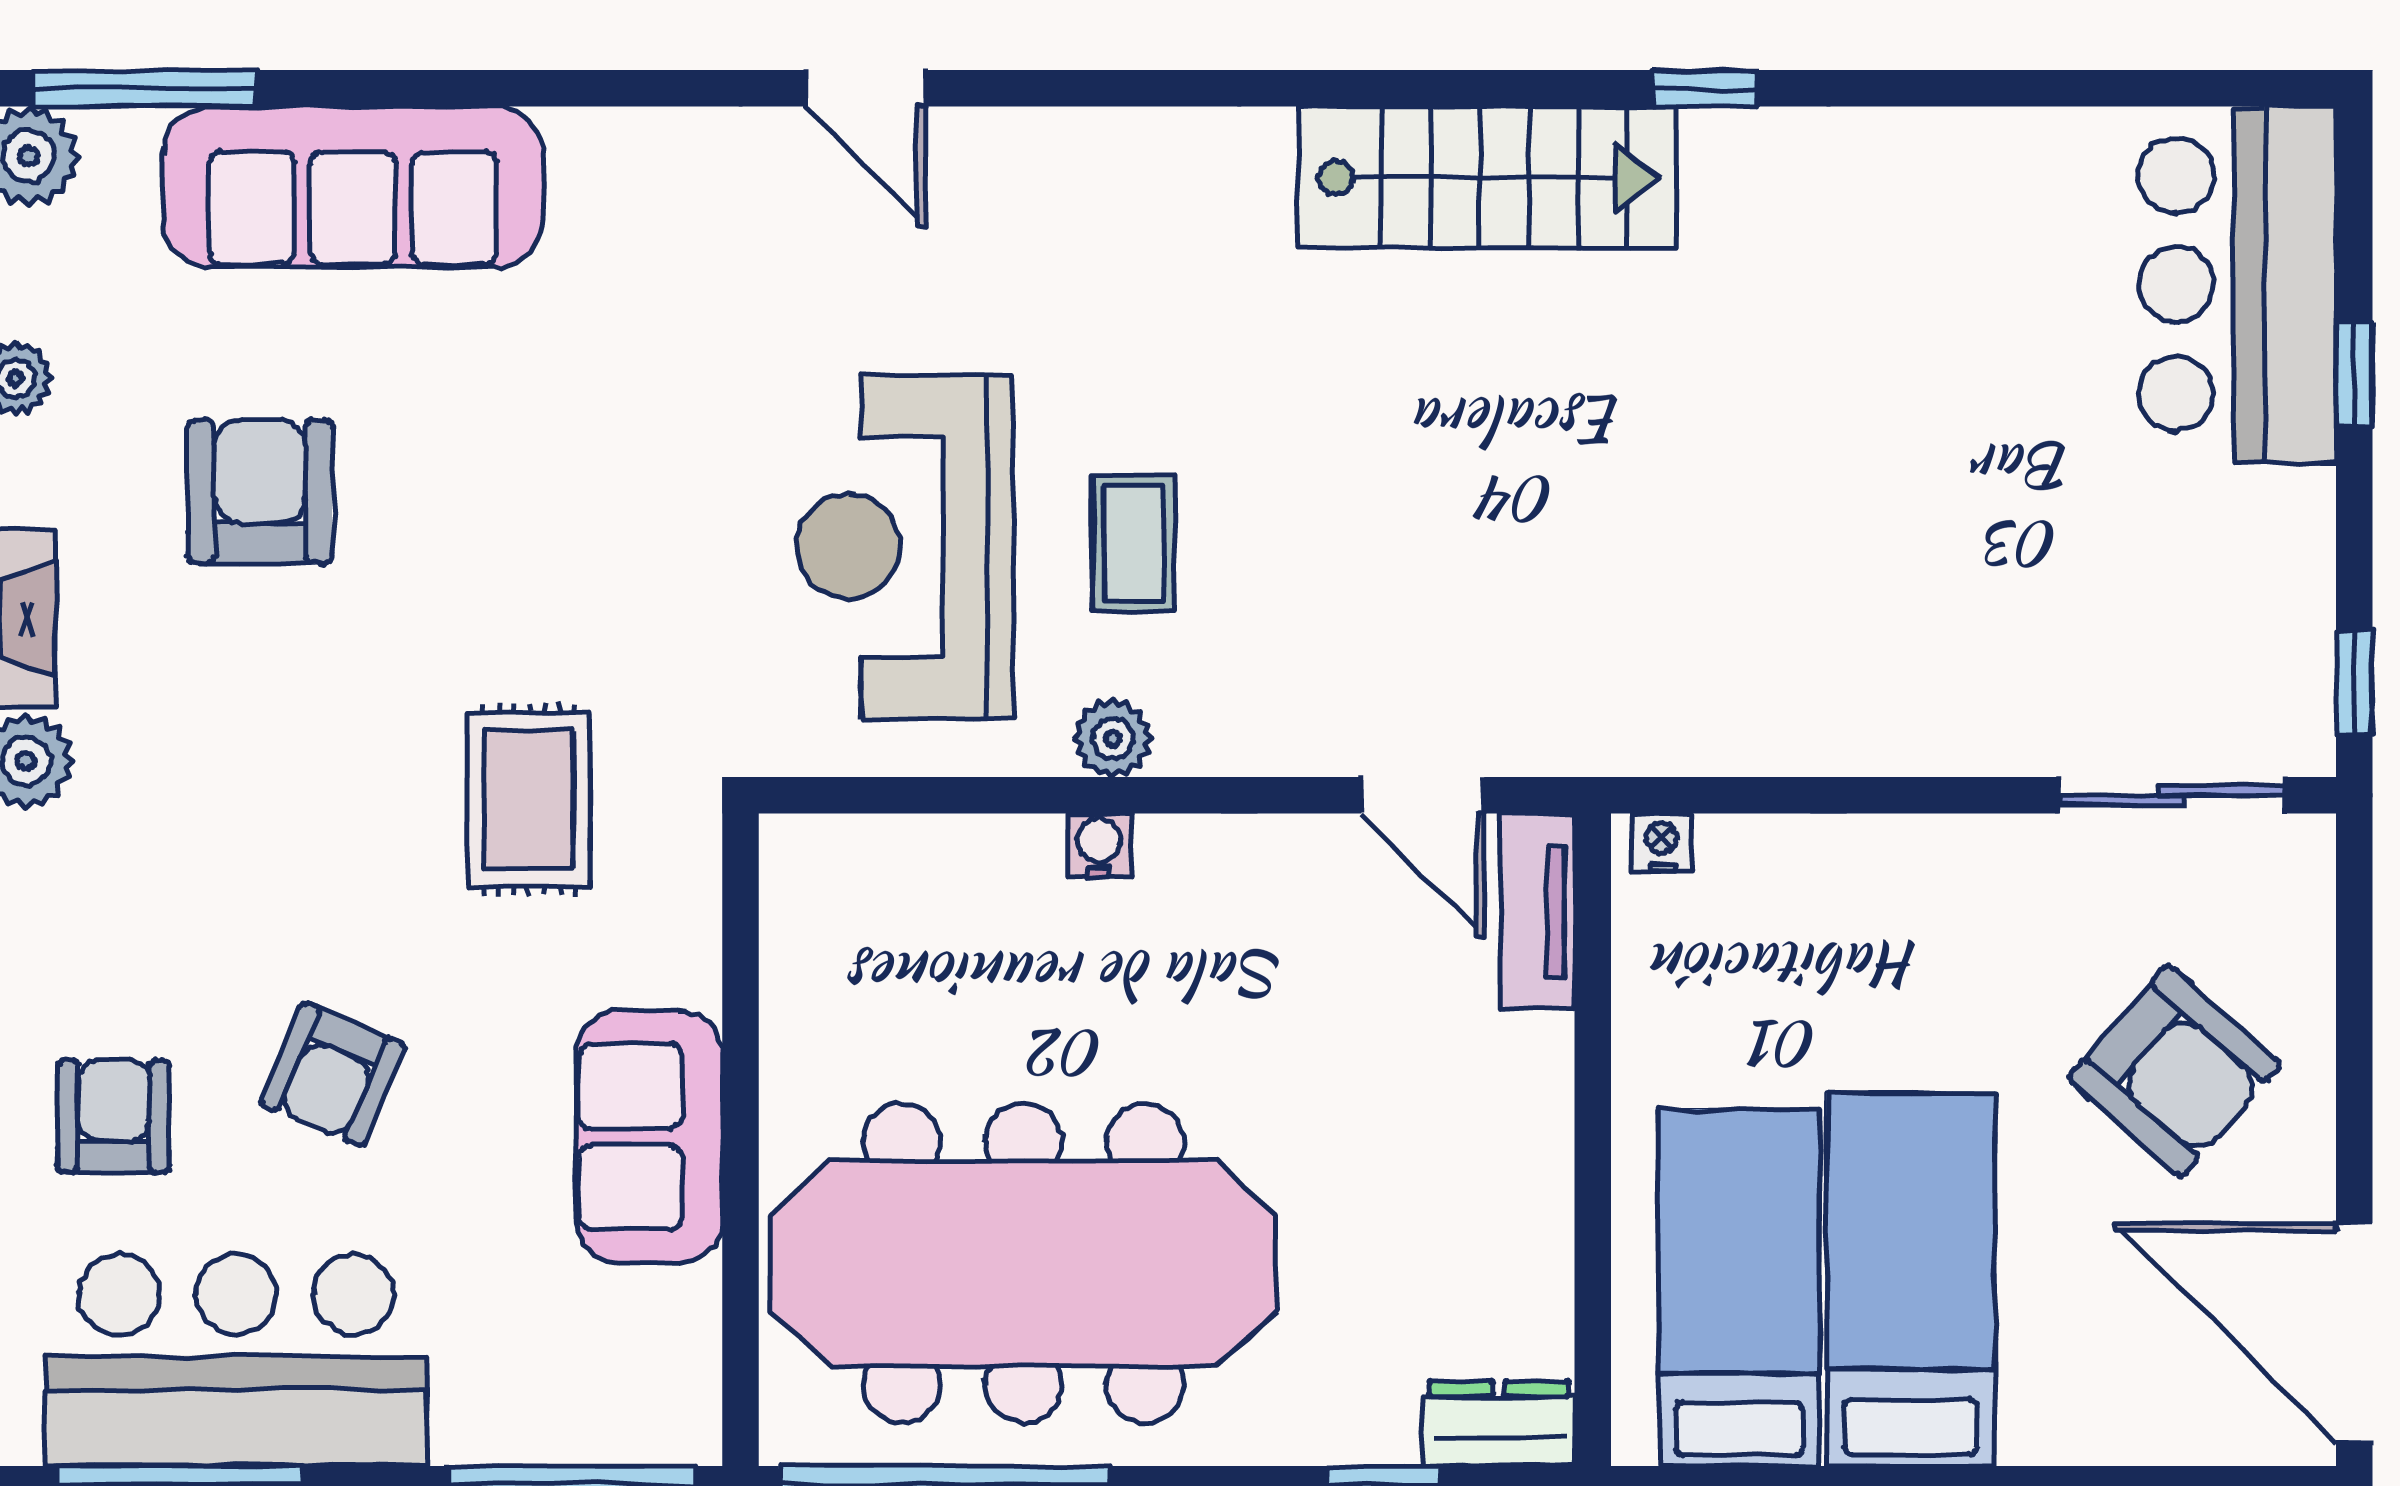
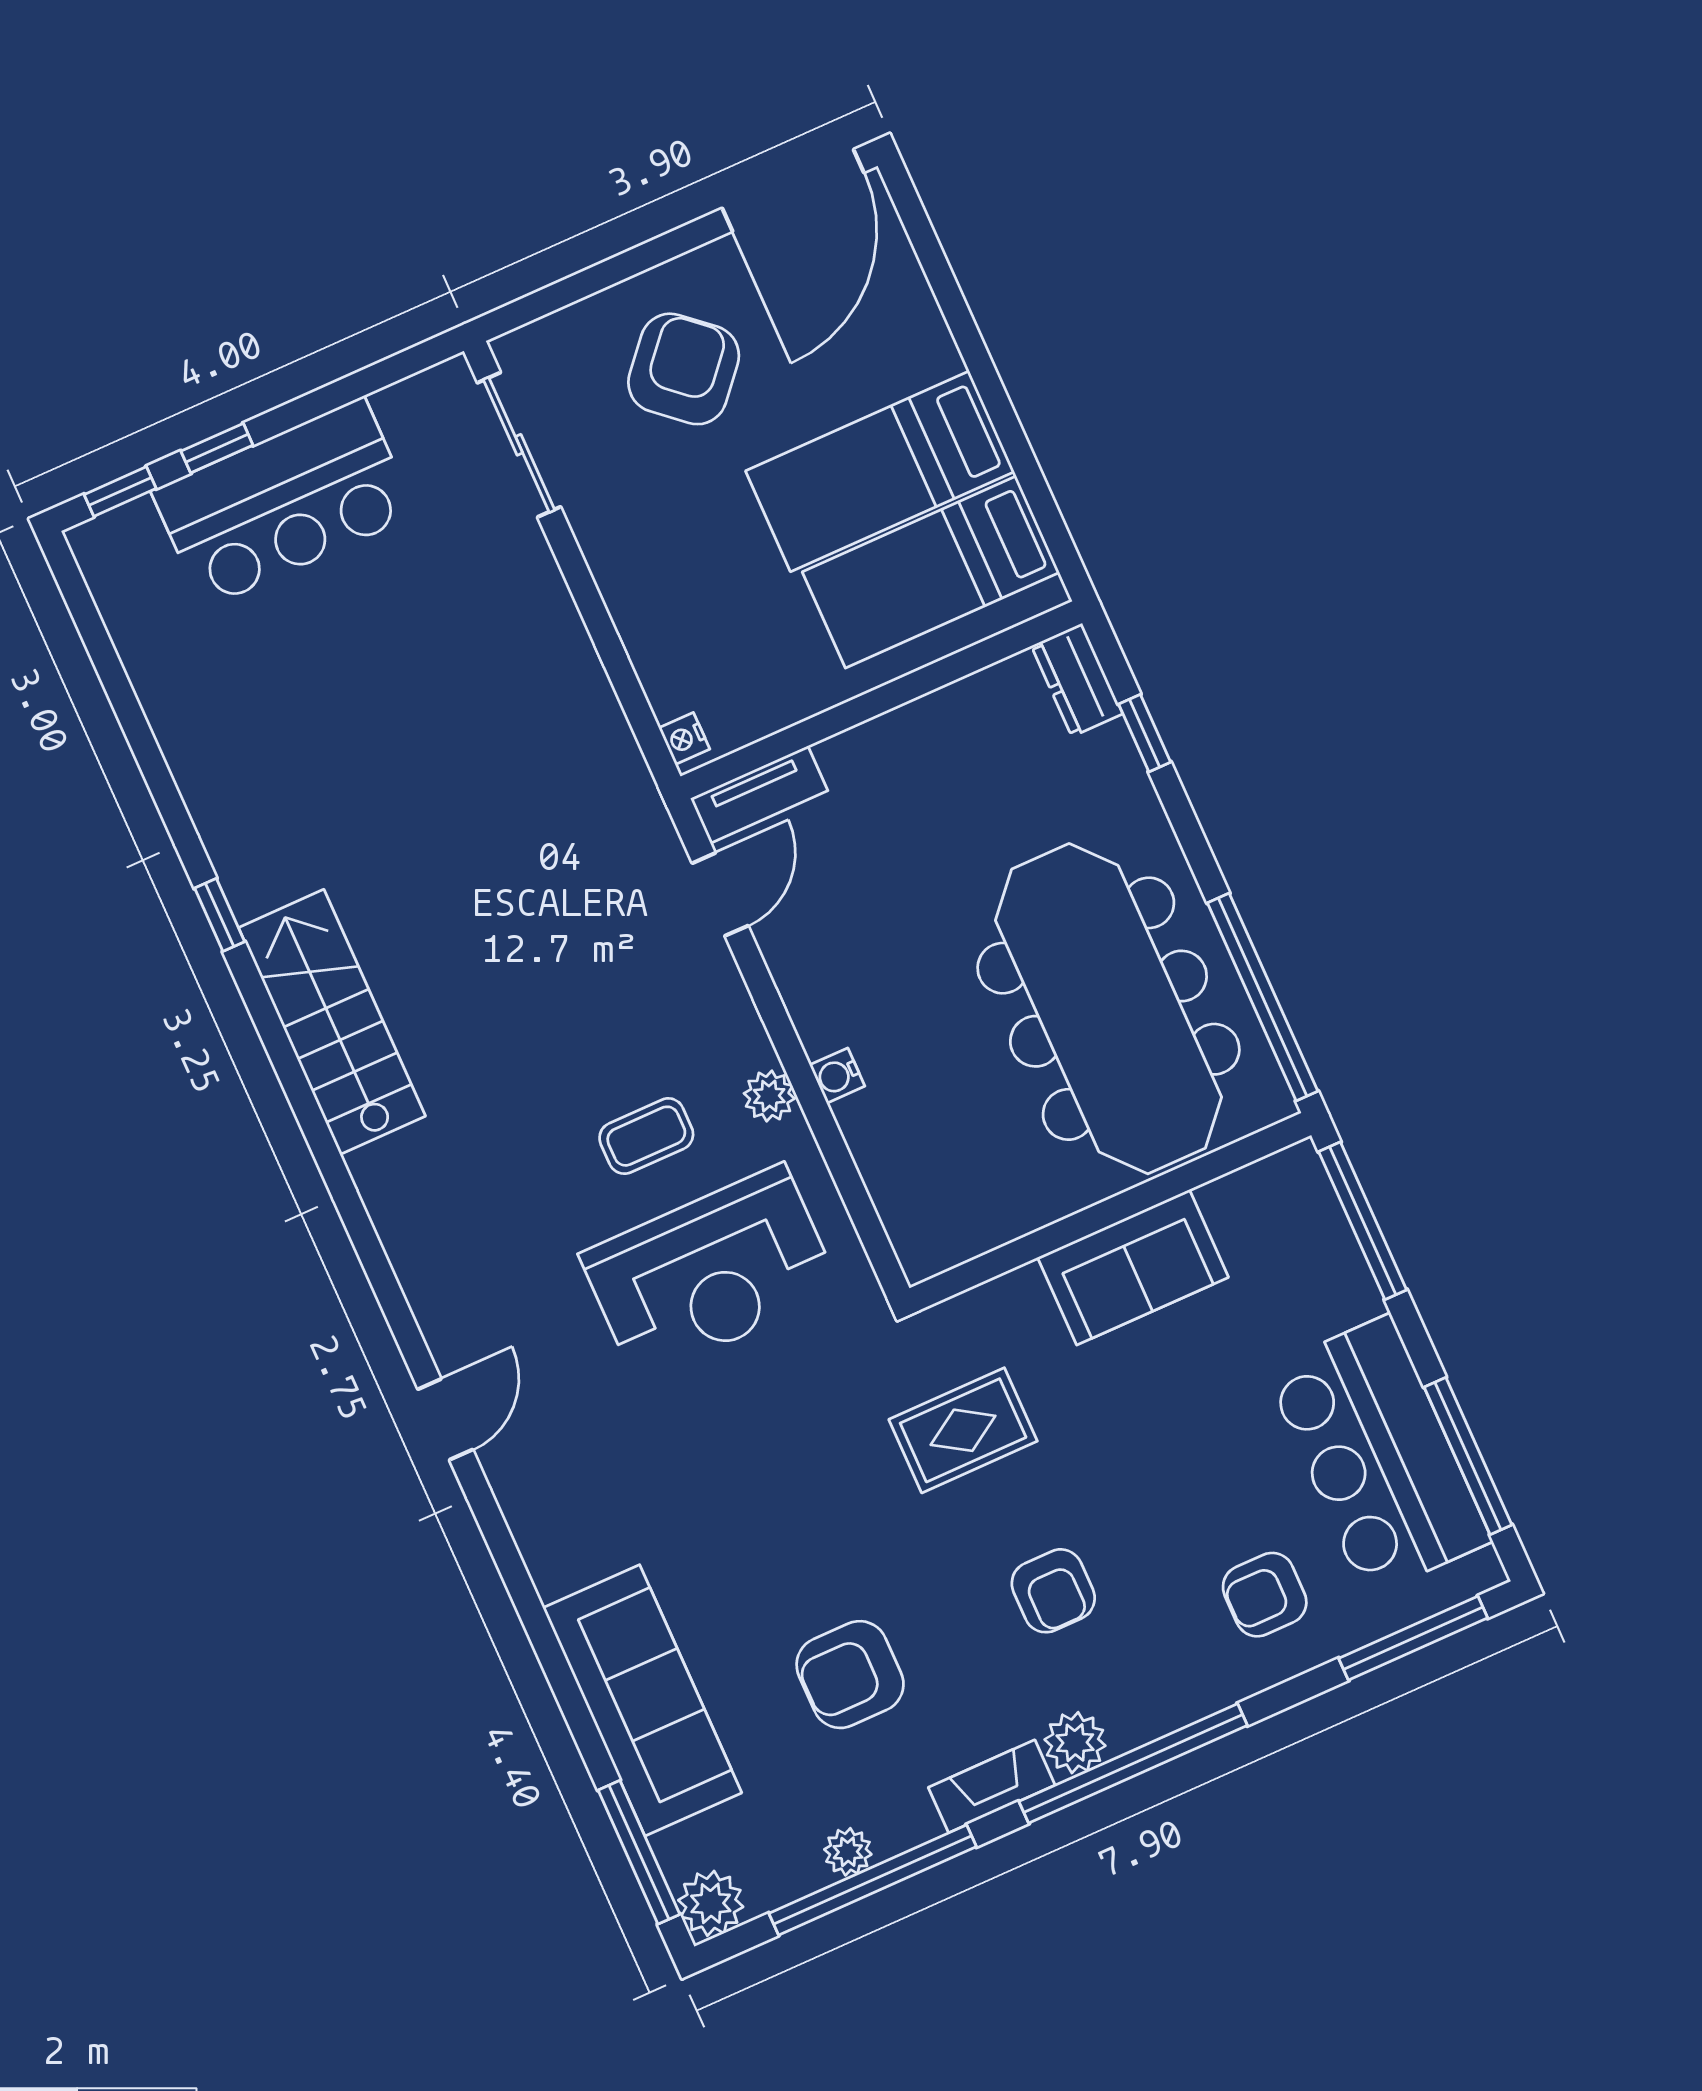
bar counter: (2237, 284) -> (284, 503), moved
window: (2354, 682) -> (120, 492), moved
armchair: (332, 1074) -> (1053, 1591), moved, turned 67

